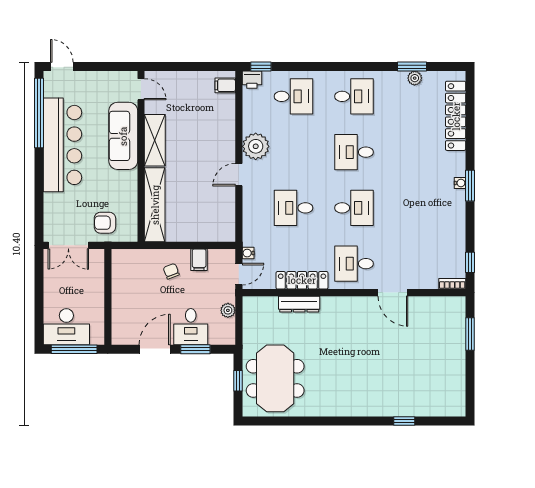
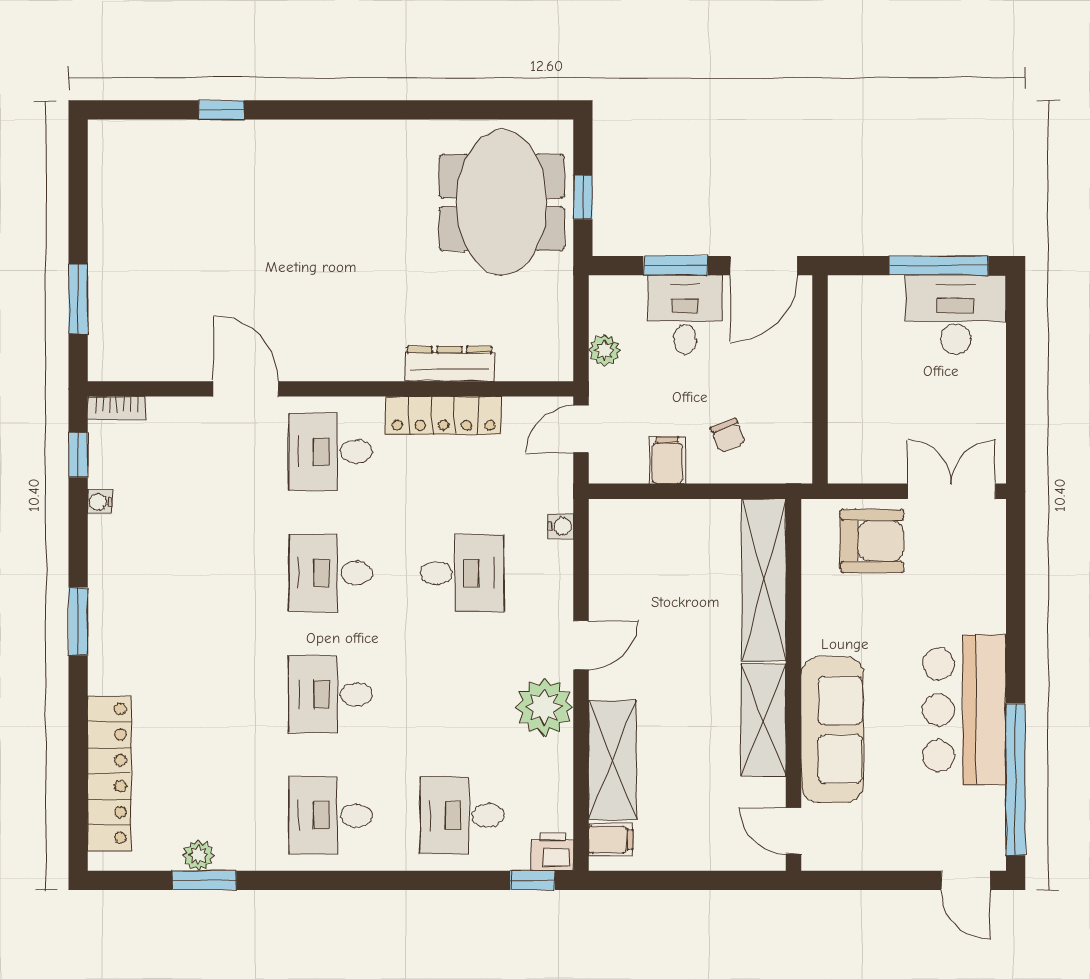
shelving: (224, 122) -> (612, 760), added
bar counter: (62, 145) -> (964, 710), width x0.73
desk: (354, 152) -> (330, 694), turned 180
water cooler: (460, 183) -> (100, 502), moved
armchair: (105, 223) -> (872, 541), width x1.38, depth x1.38
water cooler: (248, 253) -> (561, 526), moved
desk: (354, 264) -> (330, 452), turned 180
wall: (108, 297) -> (820, 379), moved

